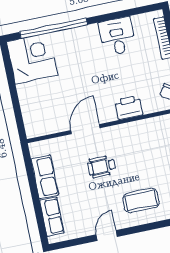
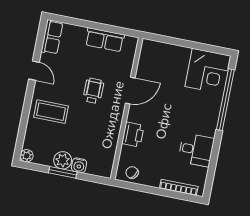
door: (85, 129) -> (130, 91), hinge flipped
coffee table: (141, 200) -> (51, 112), turned 90
row of seats: (52, 217) -> (52, 37), moved, turned -90

